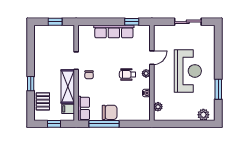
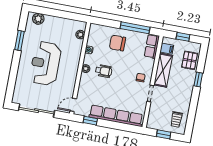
sliding door: (188, 22) -> (37, 111), width x1.37
row of seats: (114, 32) -> (116, 116), width x1.36
trolley: (45, 39) -> (176, 119), added
door: (152, 58) -> (73, 105), moved
chair: (110, 112) -> (117, 43), moved

